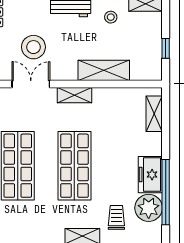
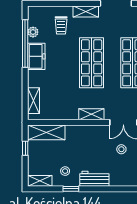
stool: (33, 47) -> (121, 149), width x0.53, depth x0.53
shelving: (104, 70) -> (46, 132), moved
plant: (149, 208) -> (33, 32), width x0.53, depth x0.53

